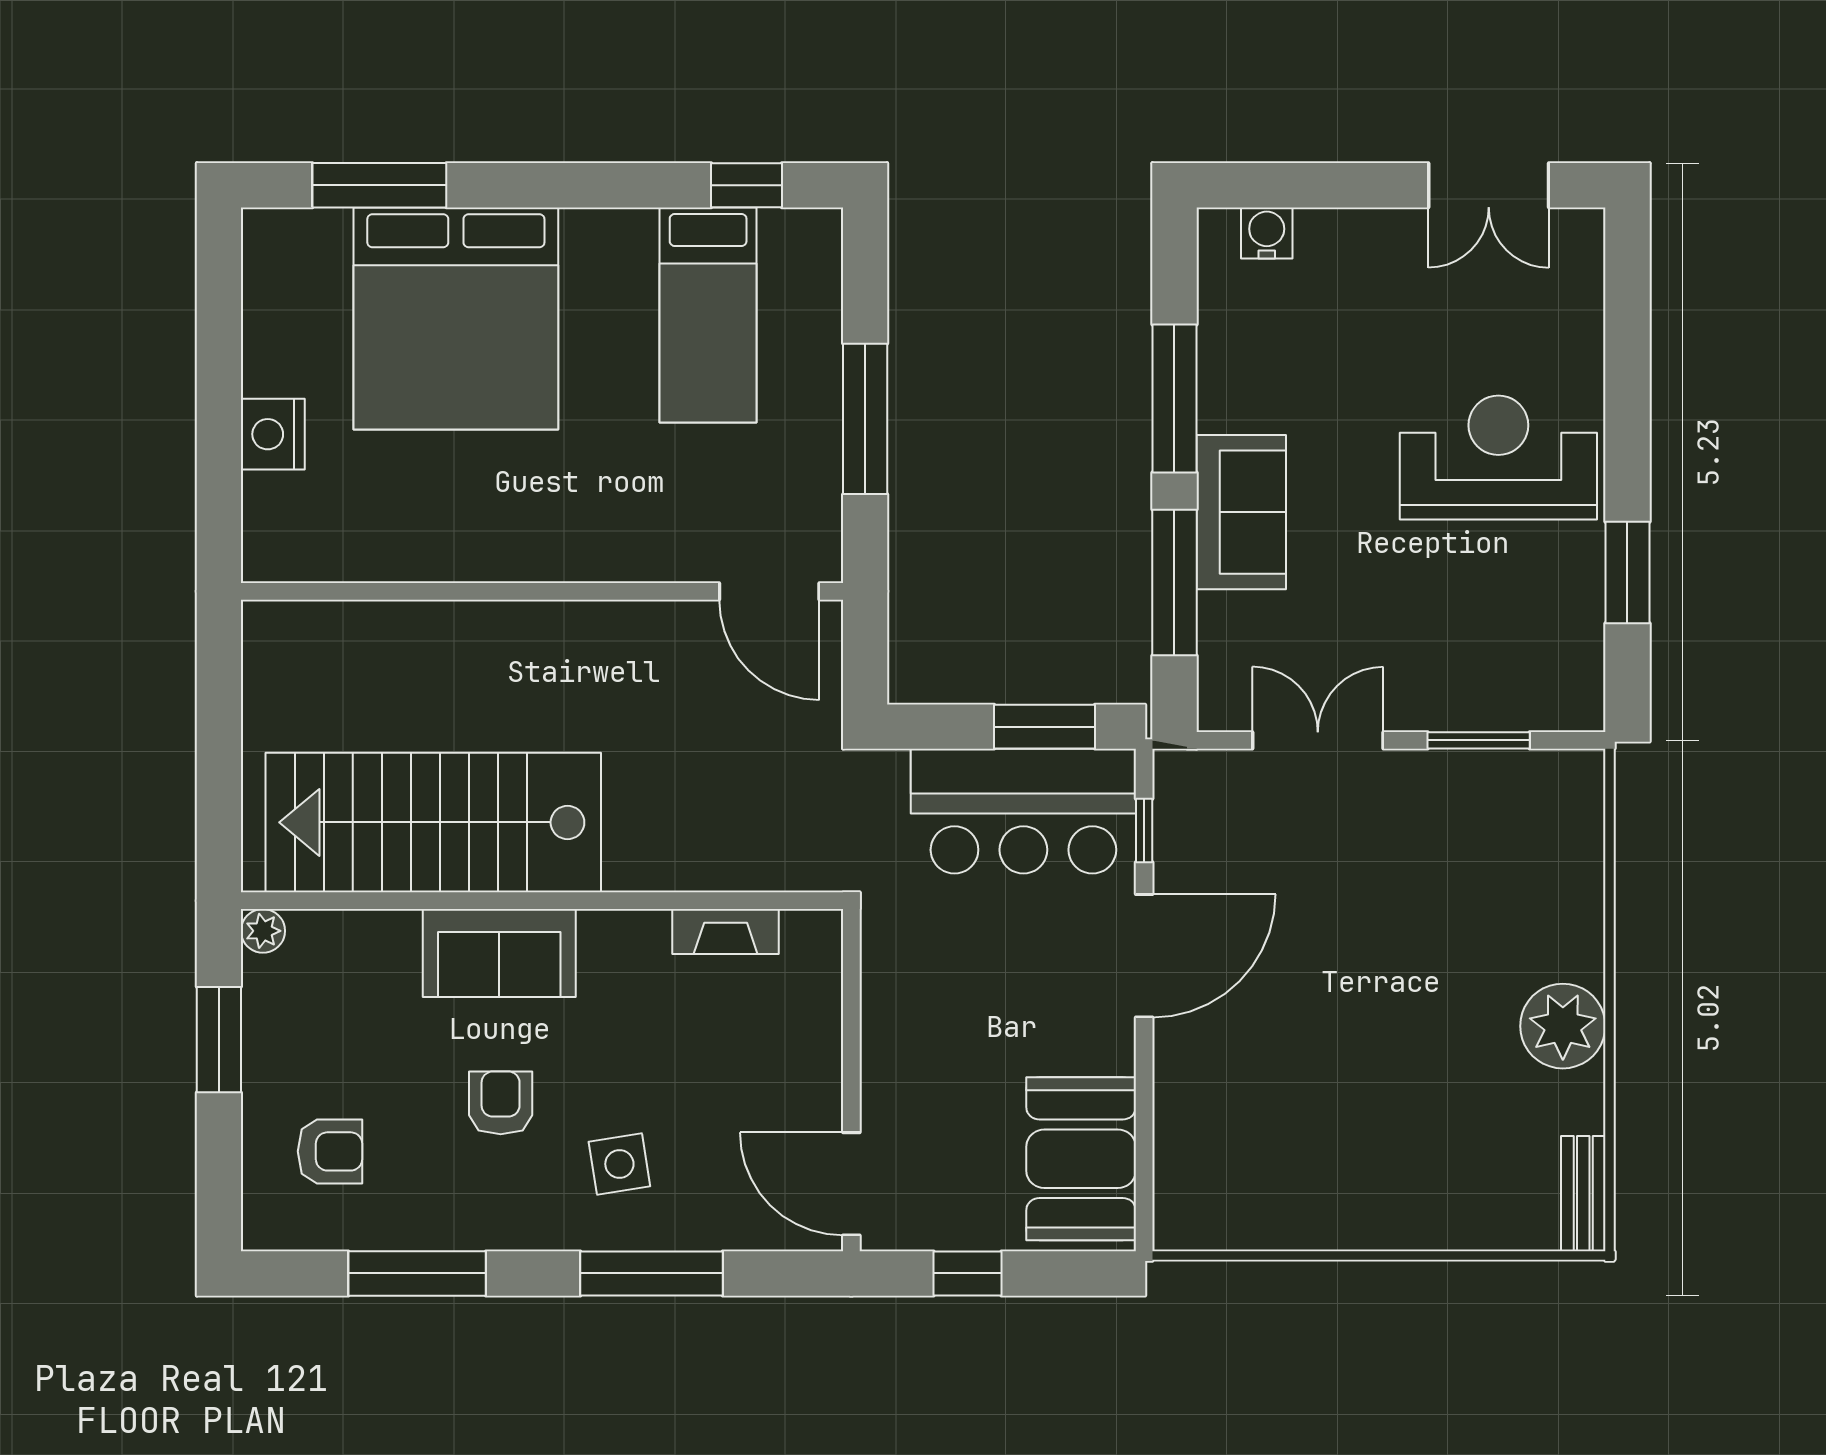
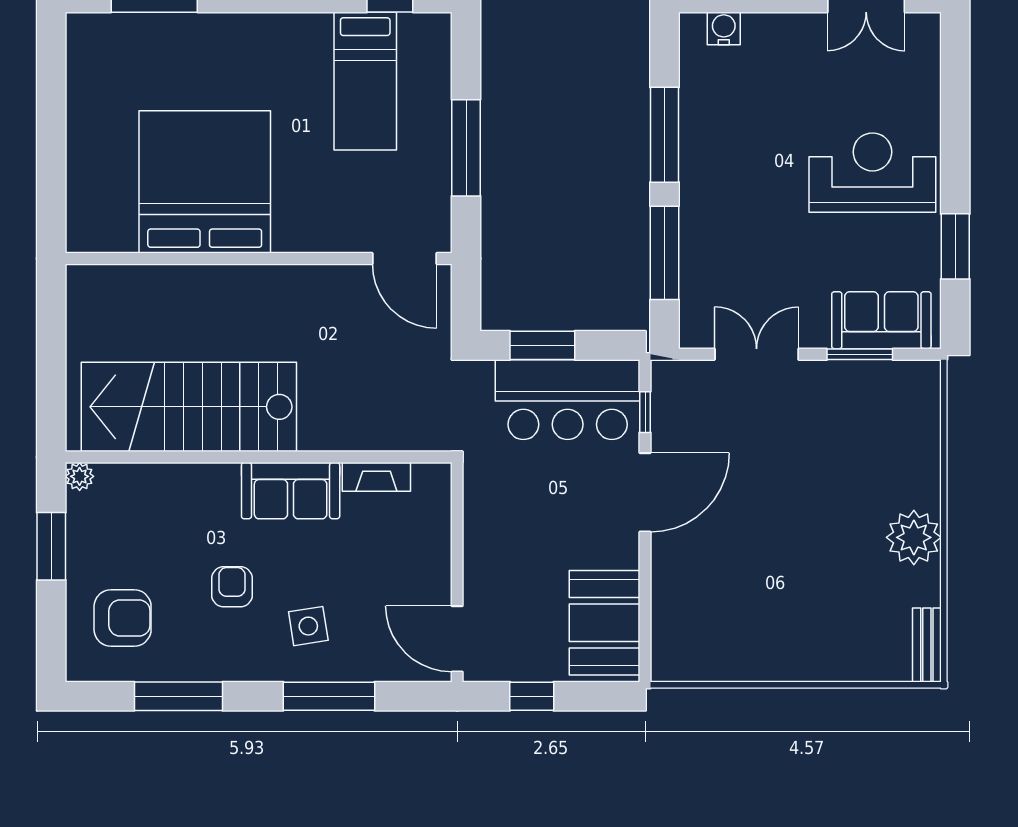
bed: (456, 319) -> (205, 182), moved, turned 180
nightstand: (273, 434) -> (86, 158), removed
sofa: (1241, 512) -> (881, 320), moved, turned -90
window: (1044, 727) -> (542, 345), moved
sofa: (499, 953) -> (291, 491), moved
armchair: (330, 1151) -> (123, 618), width x1.38, depth x1.38

